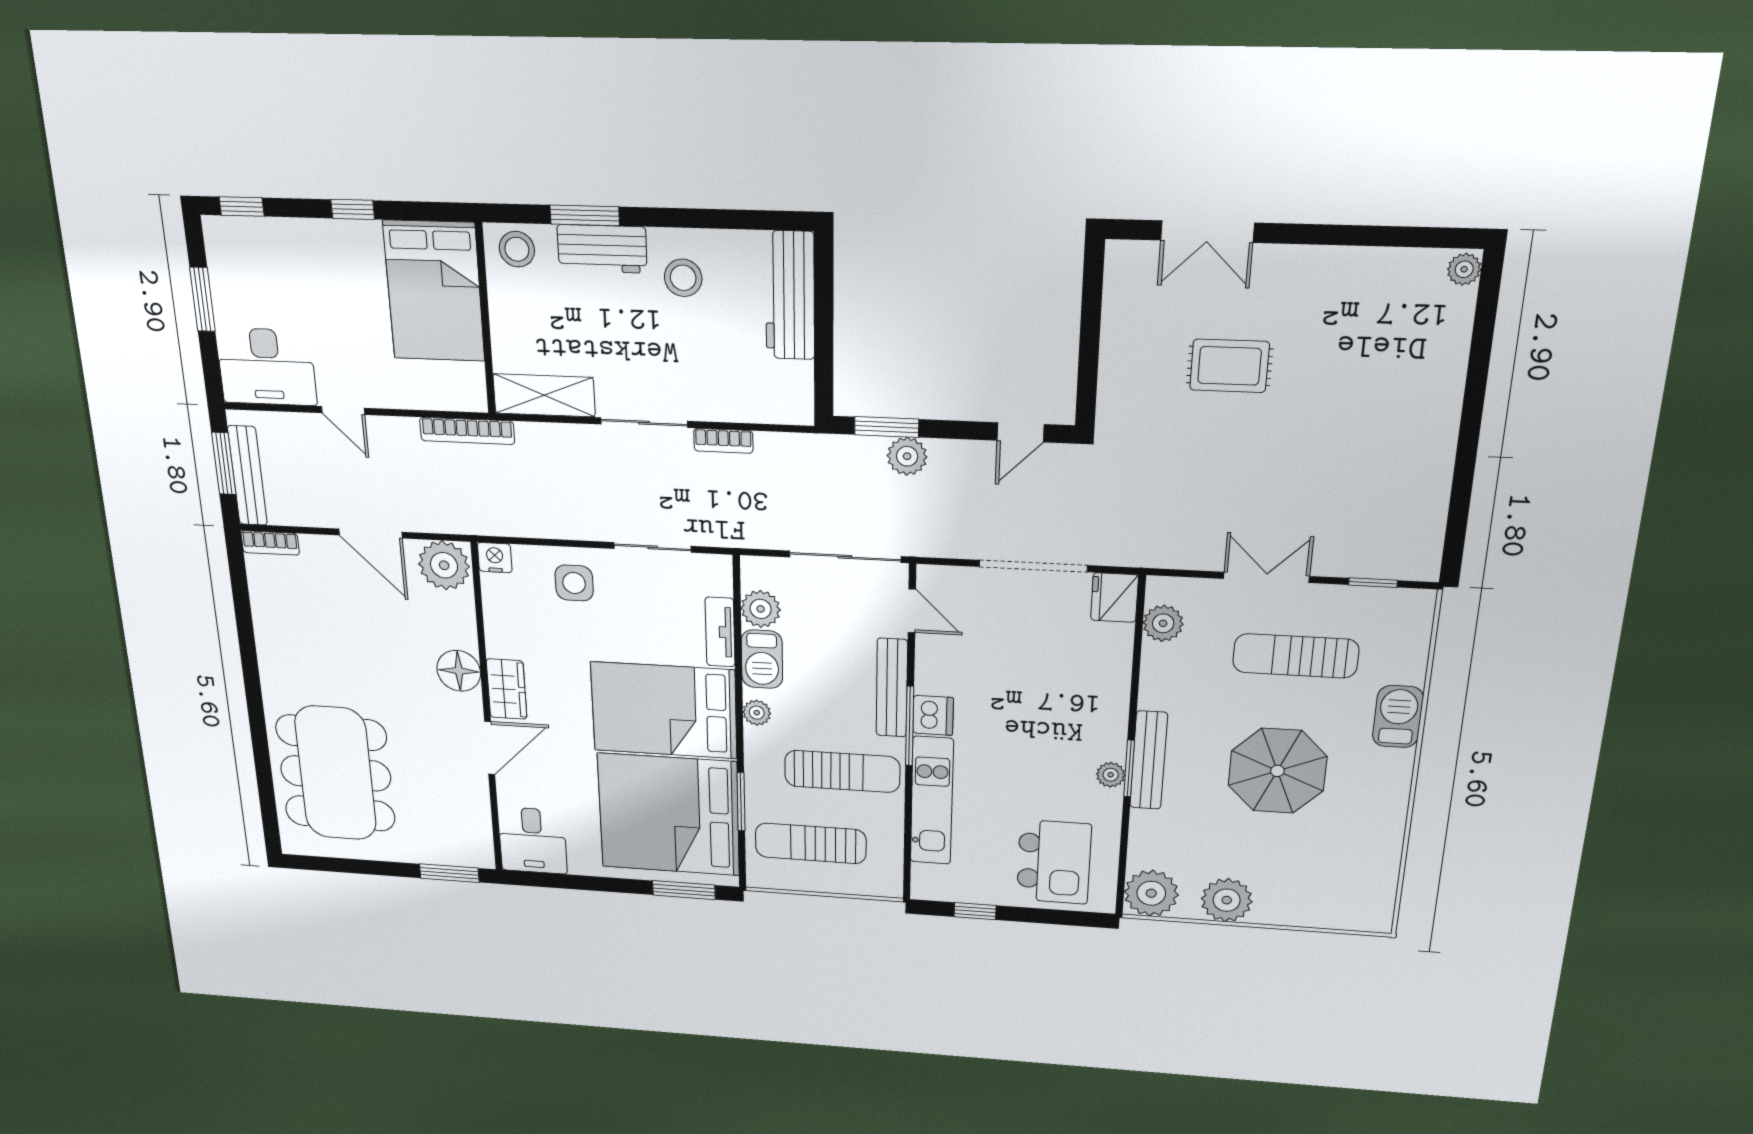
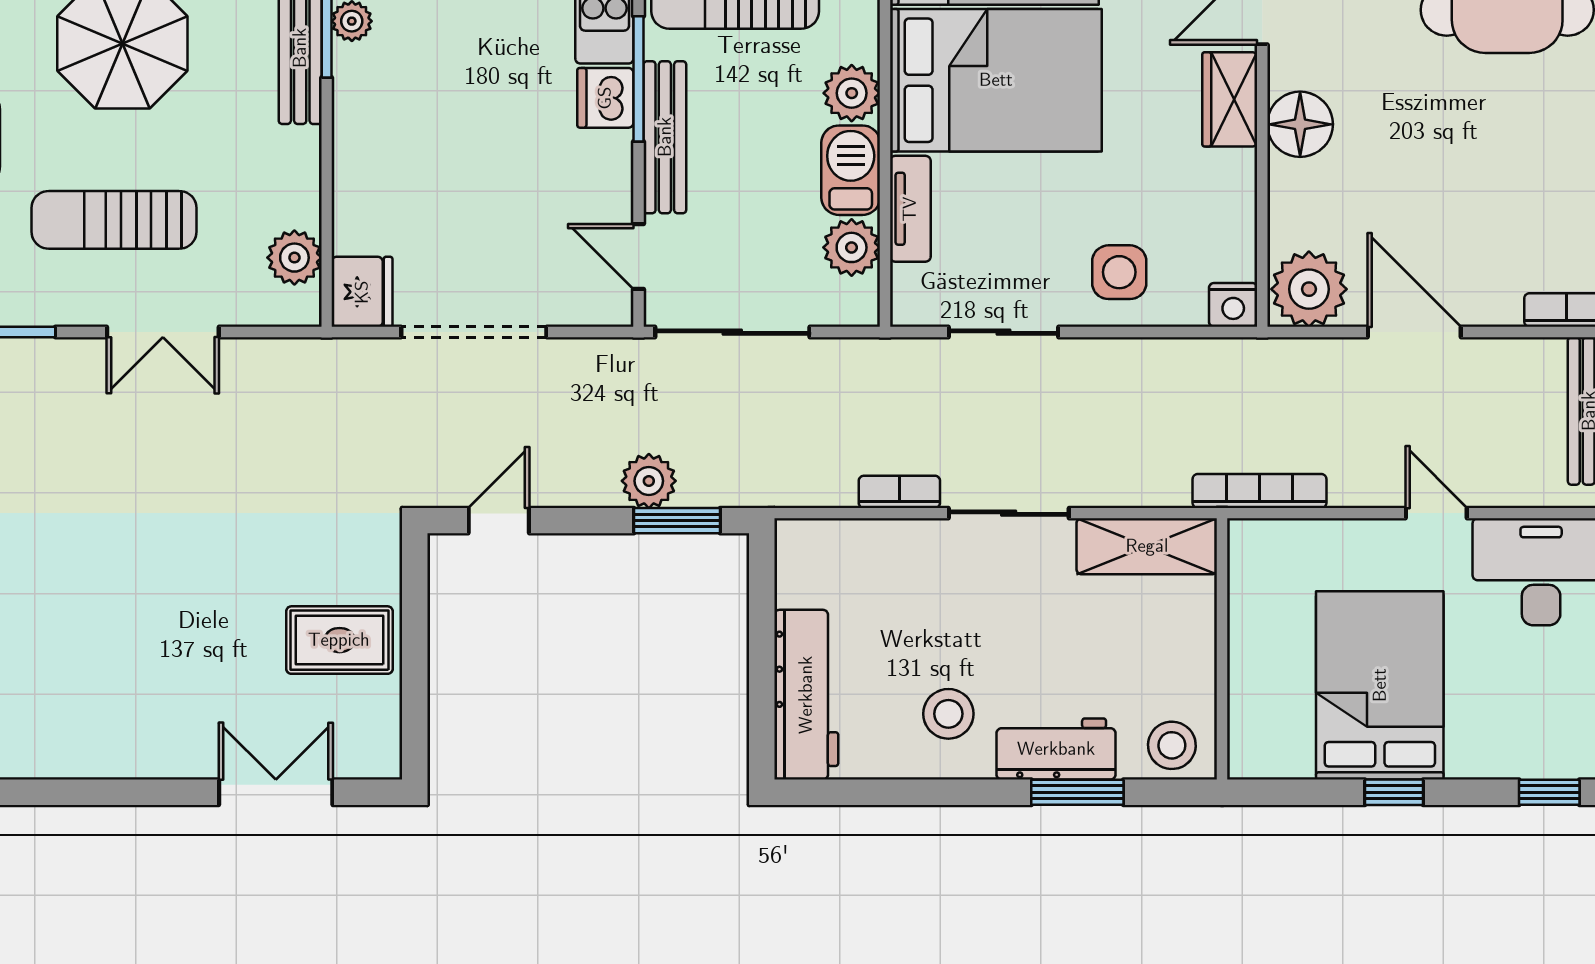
bed: (434, 291) -> (1380, 685), moved
rug: (1229, 366) -> (339, 640), moved
sun lounger: (1296, 656) -> (114, 220), turned 180
plant: (757, 713) -> (852, 93), width x1.38, depth x1.38

